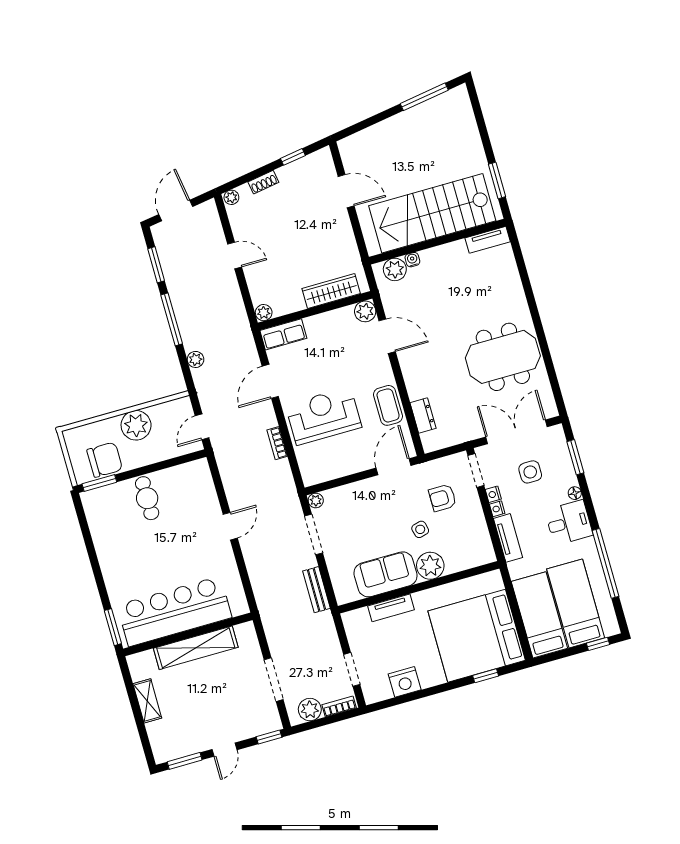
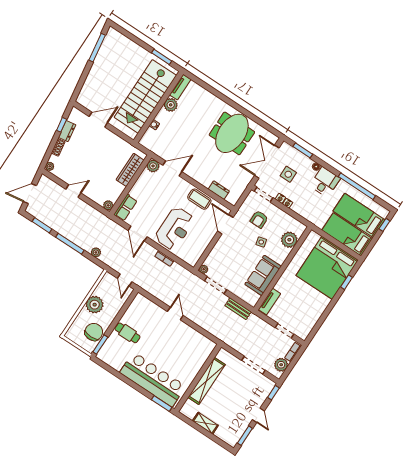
dresser: (293, 171) -> (67, 131), added
door: (176, 211) -> (30, 194), hinge flipped
plant: (395, 269) -> (171, 105), moved
reception desk: (323, 416) -> (175, 229), turned 180
tv unit: (508, 538) -> (304, 212), removed
plant: (430, 566) -> (289, 240), moved
tv unit: (391, 608) -> (269, 302), moved
bar counter: (174, 611) -> (153, 379), moved, turned 90
nightstand: (405, 682) -> (313, 316), removed

